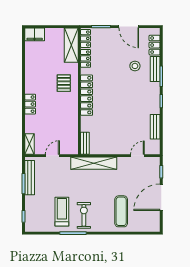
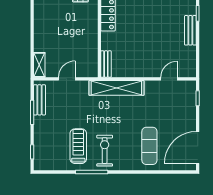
locker: (30, 104) -> (40, 17), removed
bench: (155, 127) -> (190, 30), moved
bench: (30, 178) -> (39, 100), width x0.73
door: (161, 197) -> (198, 147), moved

